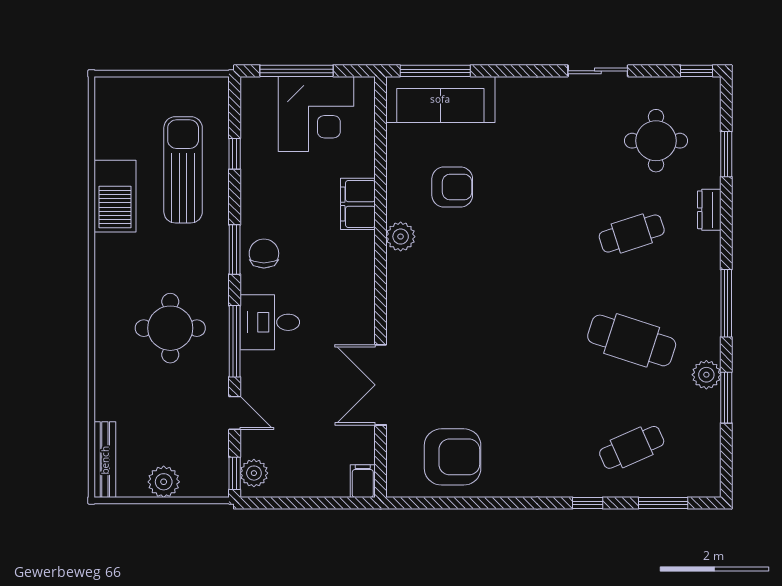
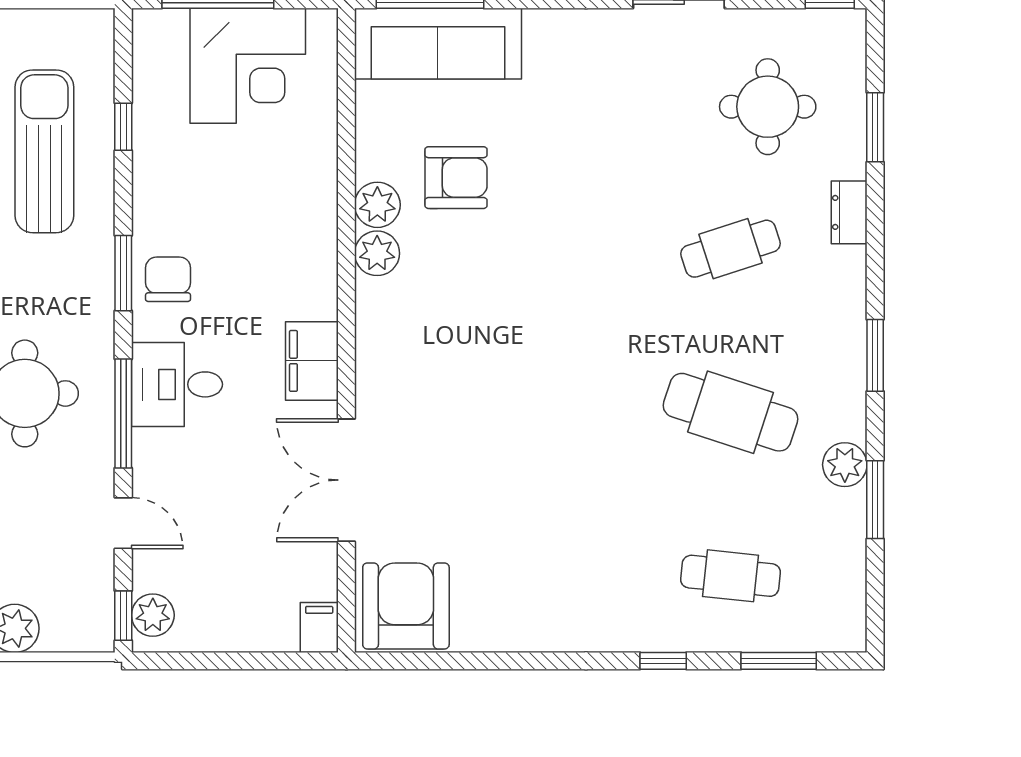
filing cabinet: (358, 204) -> (312, 361), moved
plant: (401, 205) -> (377, 205), added
window: (726, 303) -> (875, 355), width x0.69
cafe table: (632, 447) -> (731, 576), turned 30
armchair: (453, 457) -> (406, 606), moved, turned -90

